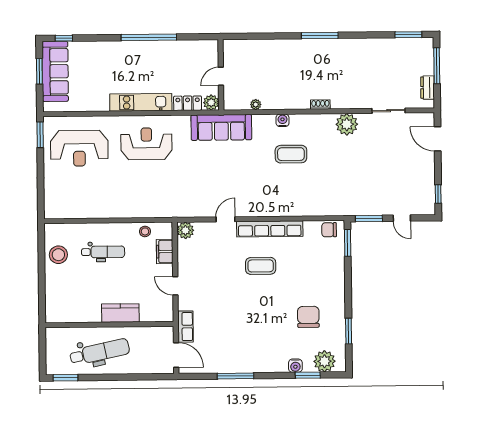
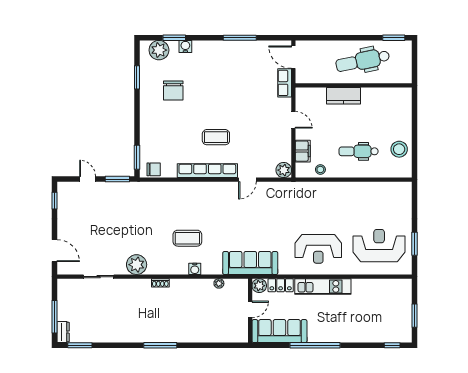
sofa: (55, 71) -> (279, 331), moved, turned 90
dresser: (427, 88) -> (63, 332), moved
window: (40, 135) -> (414, 244), moved

